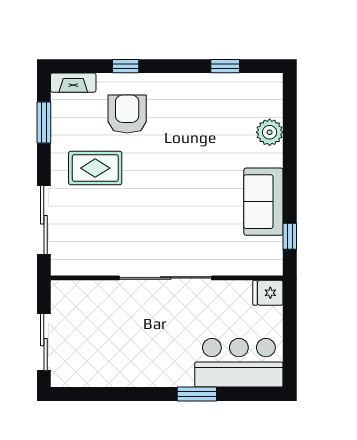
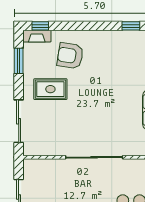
window: (126, 66) -> (40, 26), moved
armchair: (127, 114) -> (70, 56), turned -81

